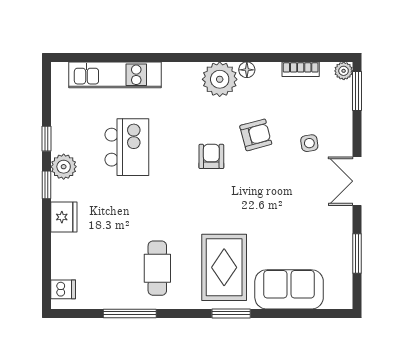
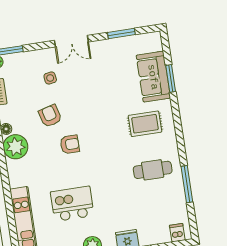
armchair: (211, 156) -> (70, 144), turned 180
rug: (224, 267) -> (145, 124), width x0.73, depth x0.70
window: (231, 313) -> (171, 78), moved

